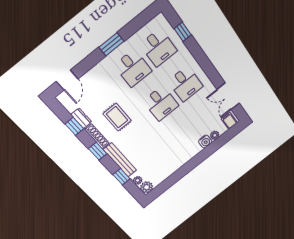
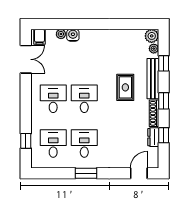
rug: (117, 117) -> (125, 87), moved

